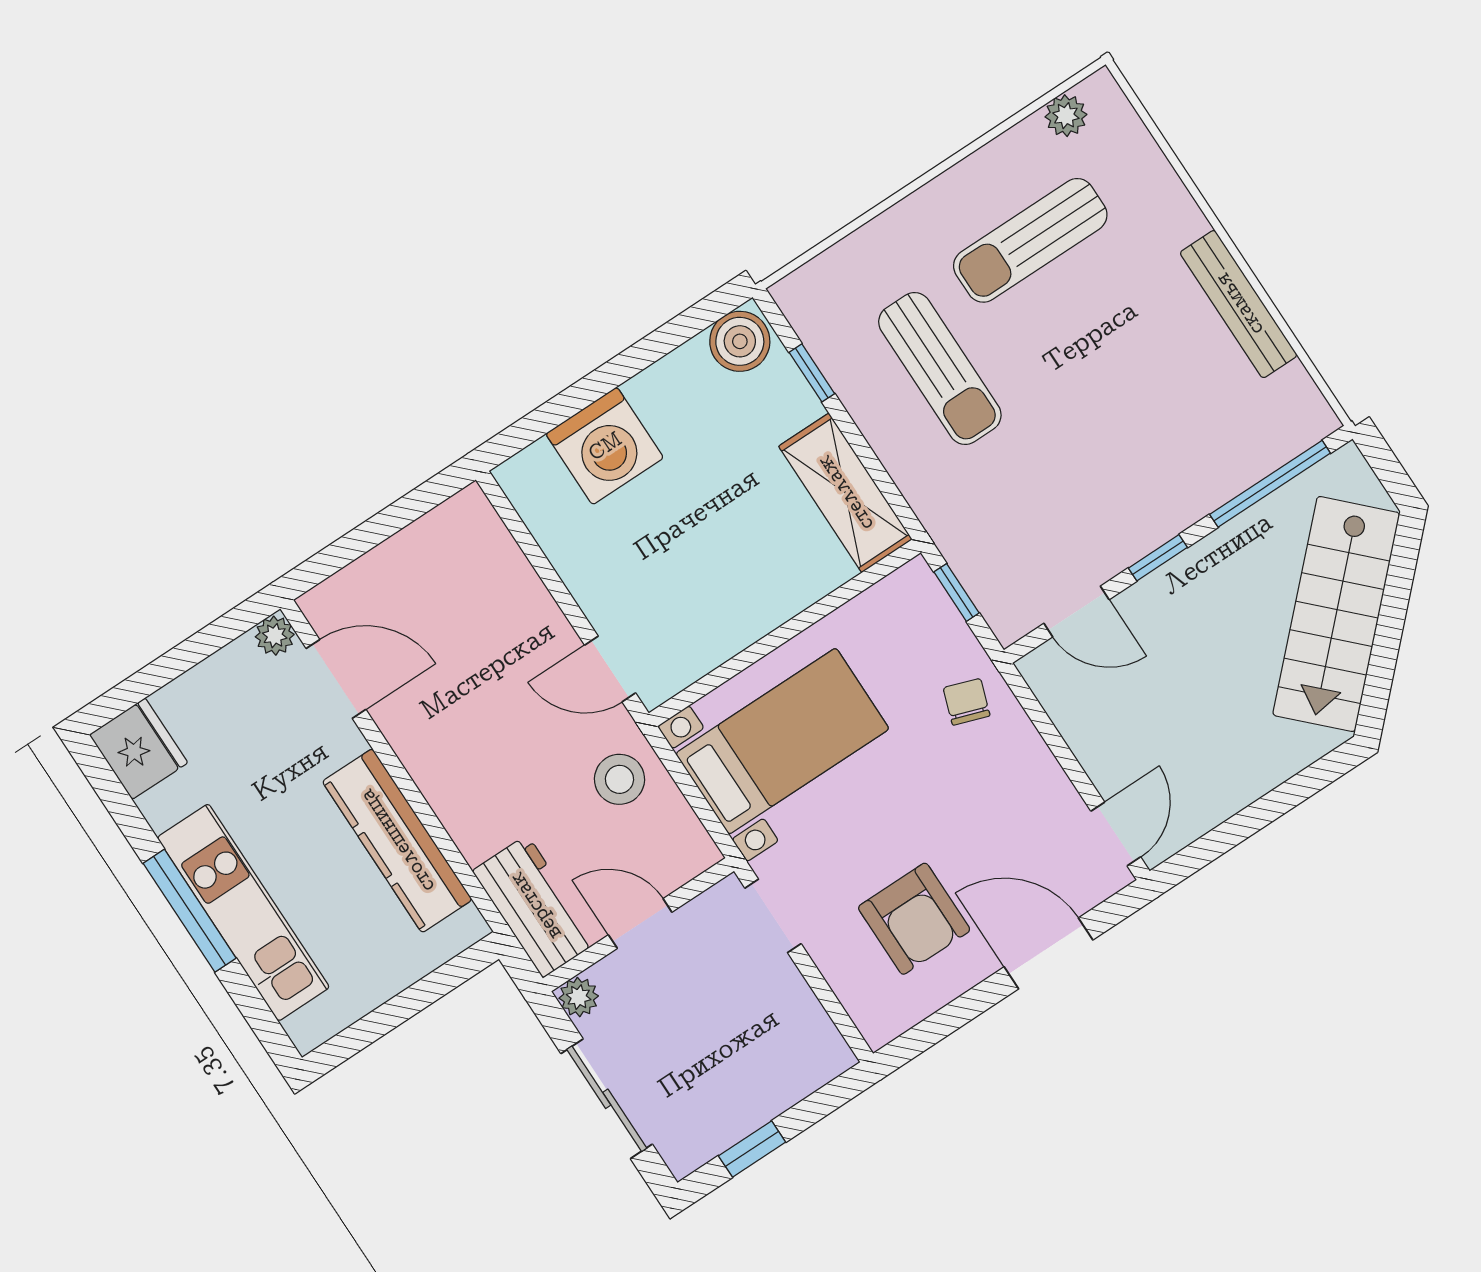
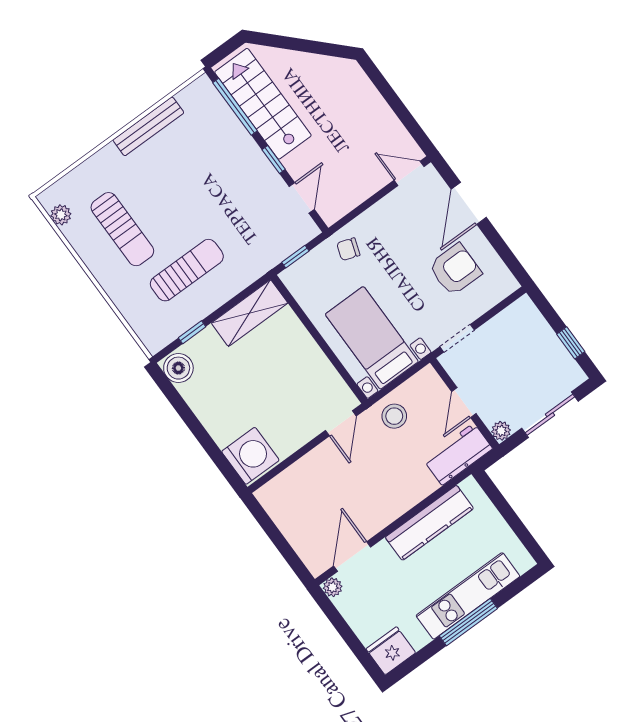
washing machine: (605, 446) -> (250, 456), moved
stairs: (1336, 614) -> (263, 104), moved, turned -135

